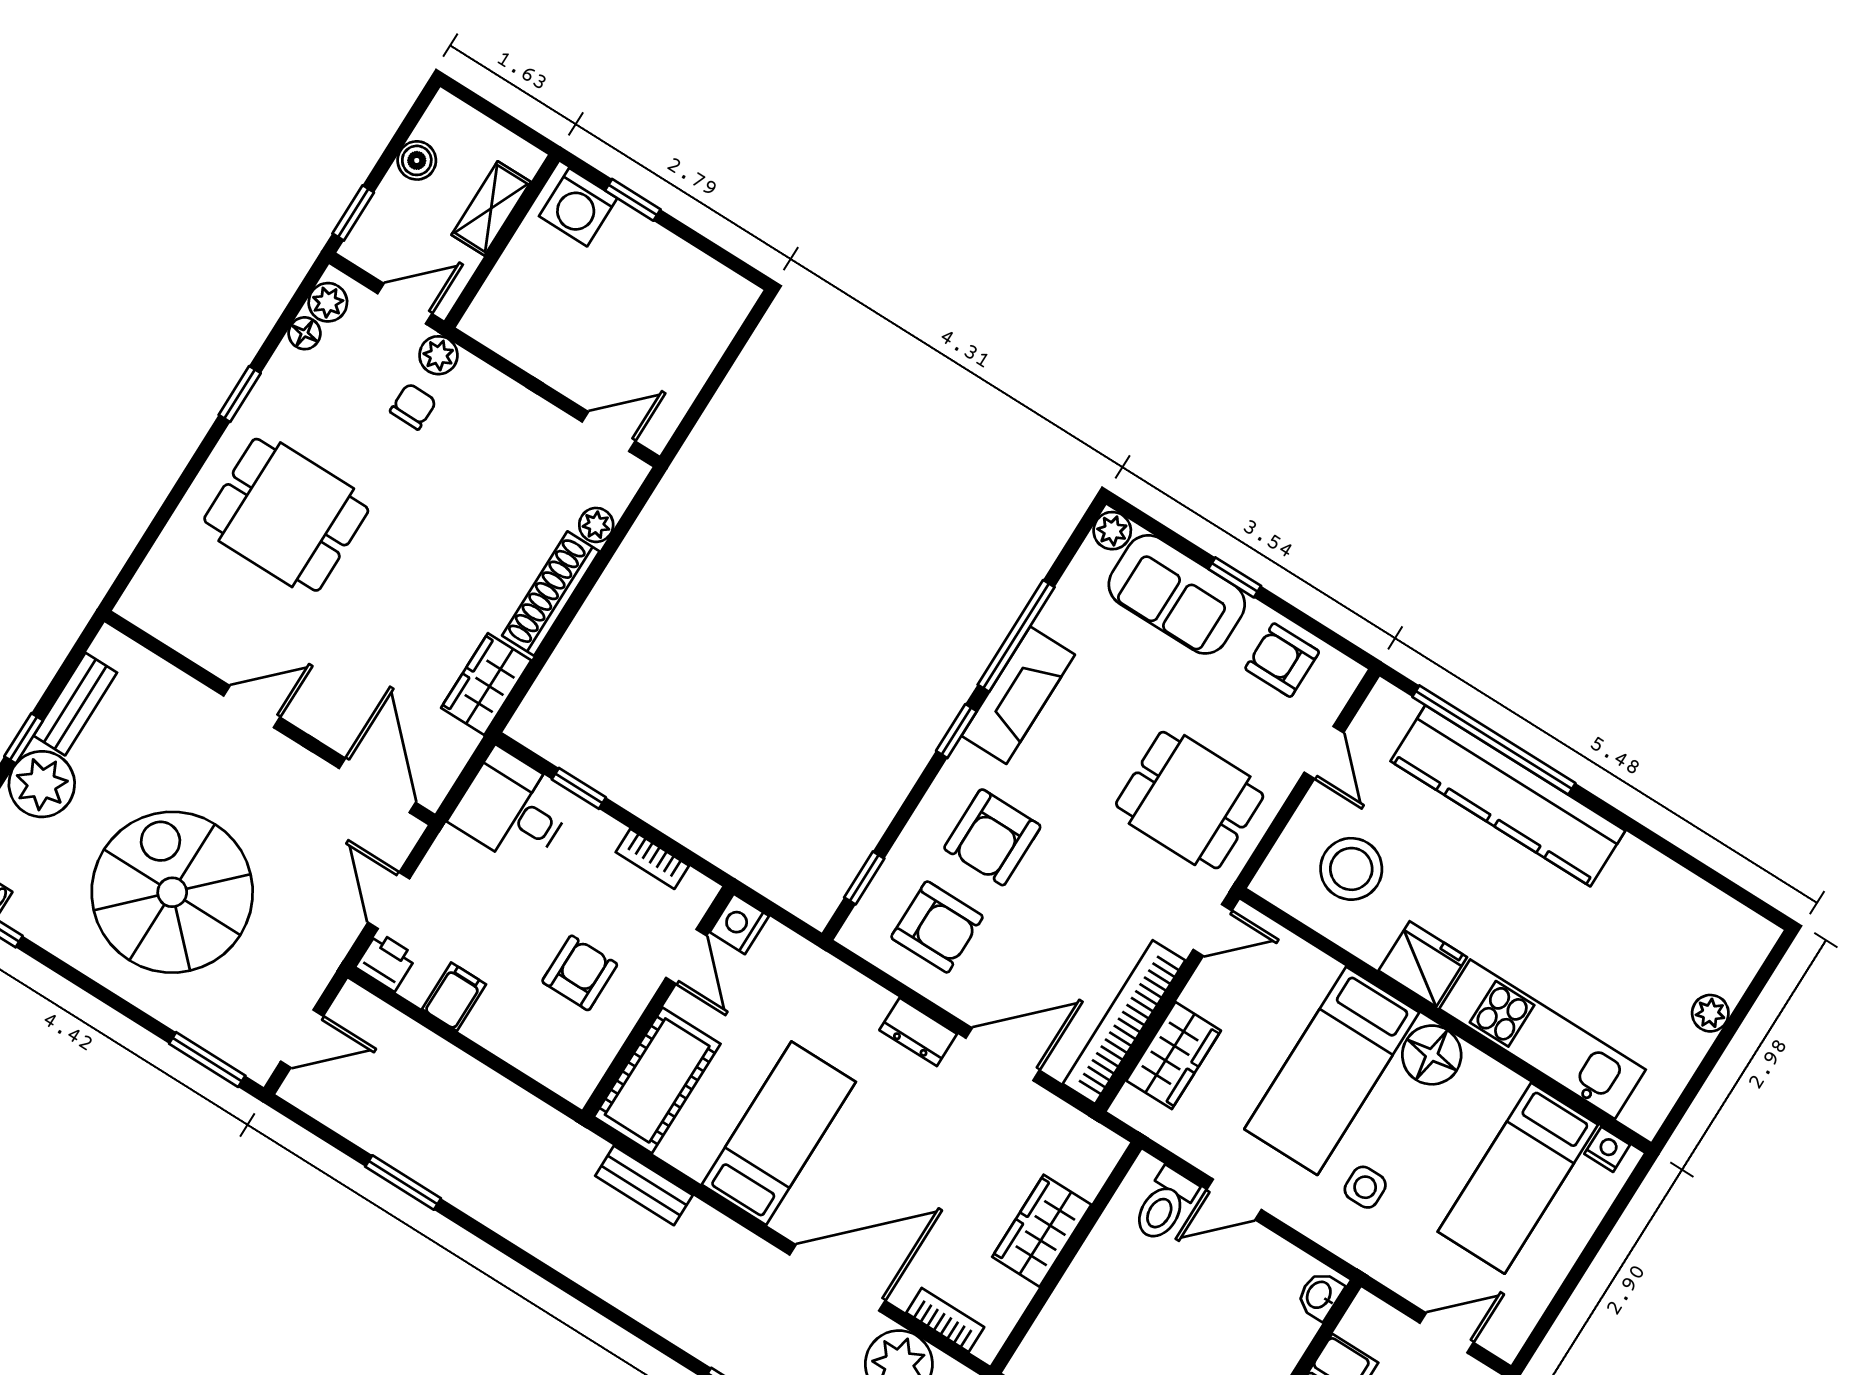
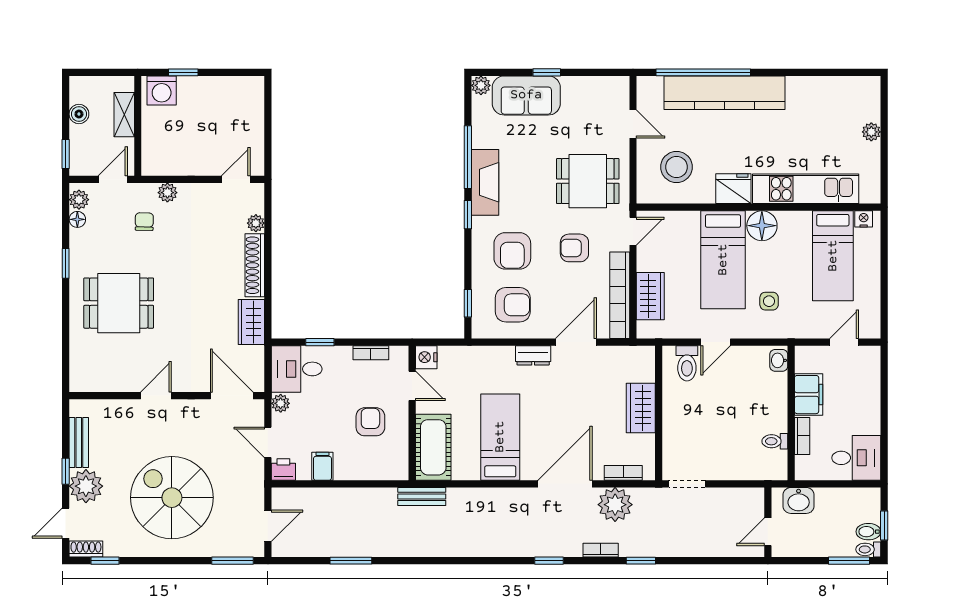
plant: (438, 355) -> (167, 193), moved
armchair: (1282, 660) -> (574, 248), moved
plant: (450, 849) -> (281, 403), added
bench: (644, 1186) -> (422, 496), moved

